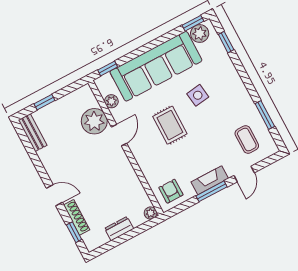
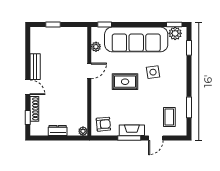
plant: (94, 121) -> (78, 54), removed
rug: (170, 125) -> (125, 82), turned 90
bench: (33, 133) -> (35, 67), moved
armchair: (171, 191) -> (103, 124), turned 85

